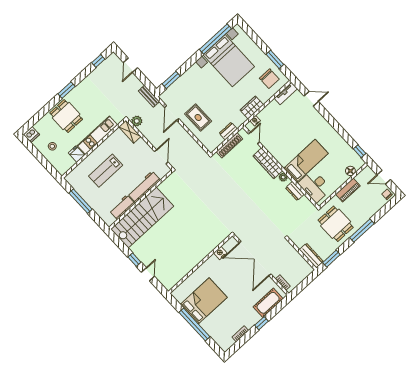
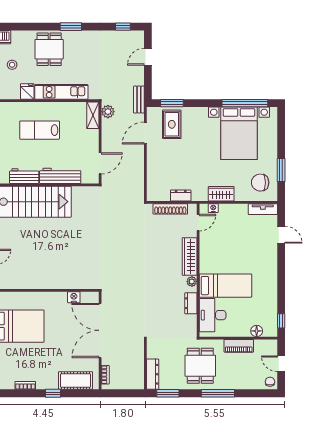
chair: (269, 79) -> (260, 183), turned 90
rug: (198, 117) -> (172, 124), moved

